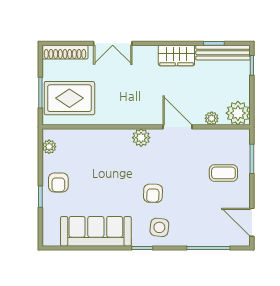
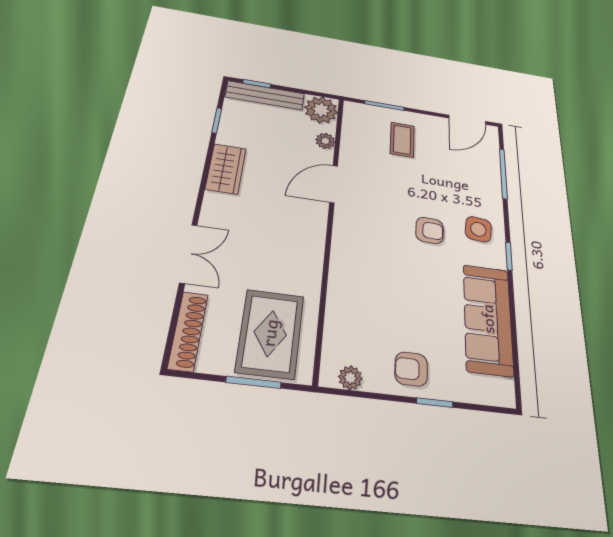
bench: (223, 53) -> (265, 95), moved, turned 90
plant: (141, 138) -> (346, 234), removed
armchair: (58, 182) -> (411, 369), turned 180

